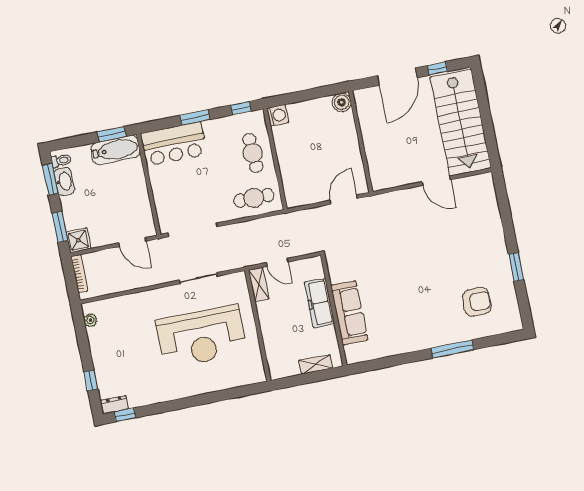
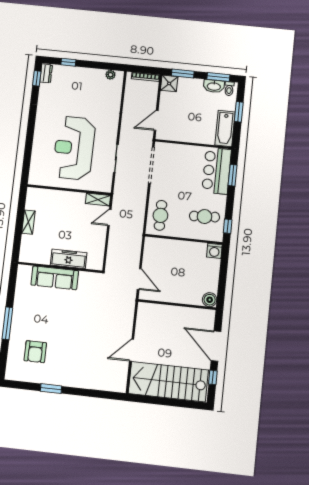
window: (195, 117) -> (233, 175), moved
window: (112, 134) -> (239, 112), moved
cafe table: (253, 153) -> (204, 217), moved
freezer: (320, 303) -> (69, 259), moved
wall: (334, 310) -> (60, 267), moved
sofa: (349, 313) -> (55, 278), moved

